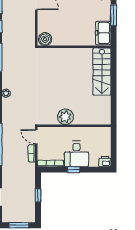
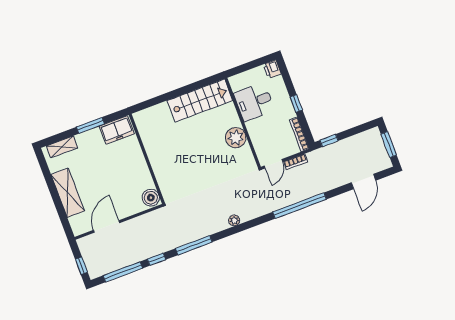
stairs: (102, 72) -> (200, 101), moved
desk: (76, 154) -> (254, 102), moved, turned 180
window: (38, 195) -> (329, 141), moved

